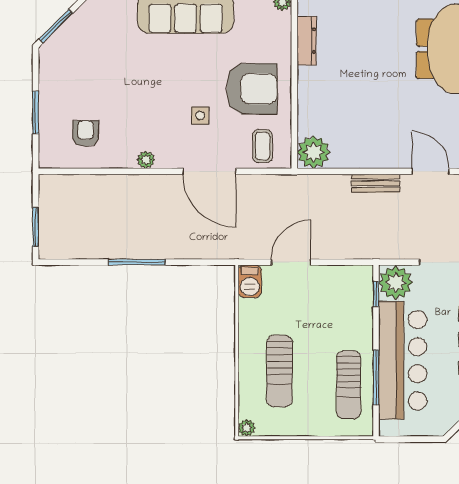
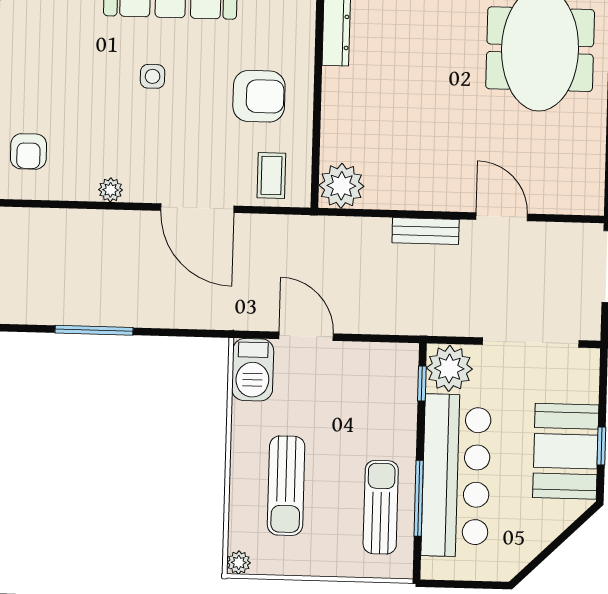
armchair: (252, 89) -> (259, 96), width x0.73, depth x0.73
side table: (200, 115) -> (153, 76), moved
armchair: (86, 134) -> (28, 151), turned 180
door: (291, 262) -> (306, 336), hinge flipped
barbecue: (250, 281) -> (253, 370), width x1.38, depth x1.27
sun lounger: (349, 385) -> (381, 507), turned 180

